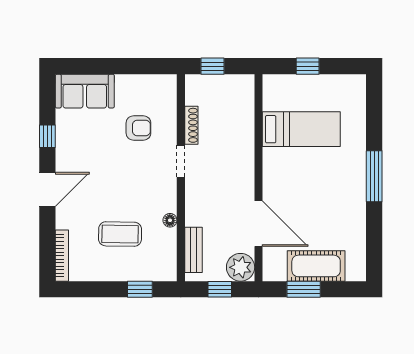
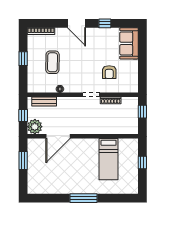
cot: (316, 266) -> (35, 167), removed
window: (140, 289) -> (23, 59), moved

